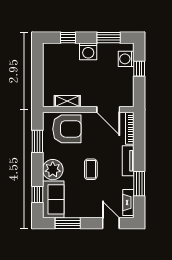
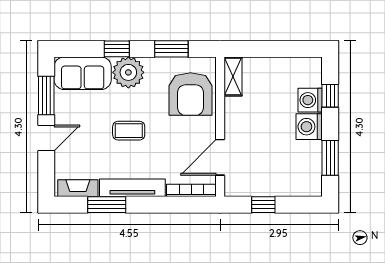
washing machine: (126, 59) -> (310, 100), moved, turned -90
window: (139, 69) -> (263, 205), moved
shelving: (67, 101) -> (233, 77), moved
tv unit: (128, 161) -> (132, 188), width x1.41
window: (37, 195) -> (117, 49), moved
door: (111, 223) -> (46, 138), moved

